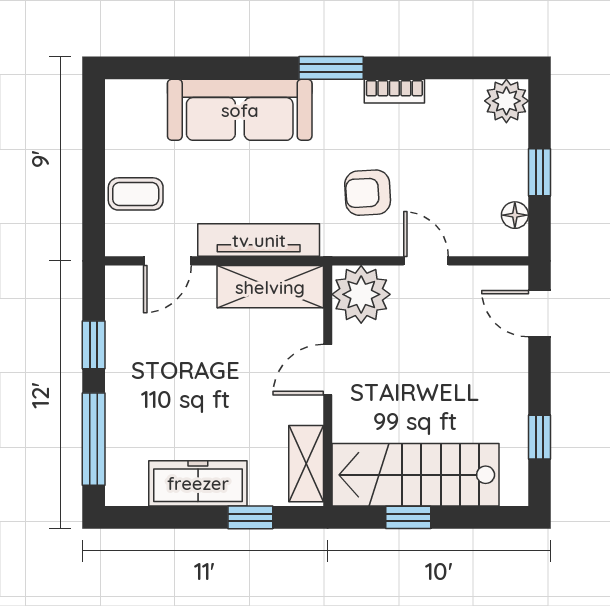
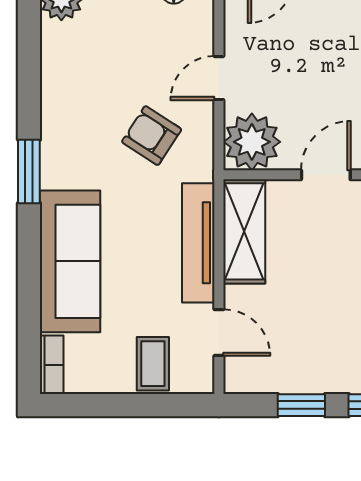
bookcase: (394, 91) -> (52, 365), moved
armchair: (368, 193) -> (152, 136), turned 126
door: (328, 370) -> (326, 175), swing flipped

